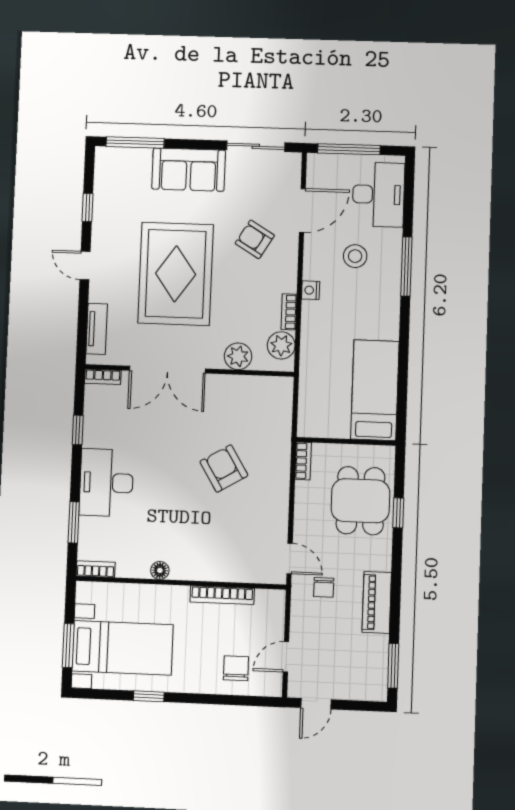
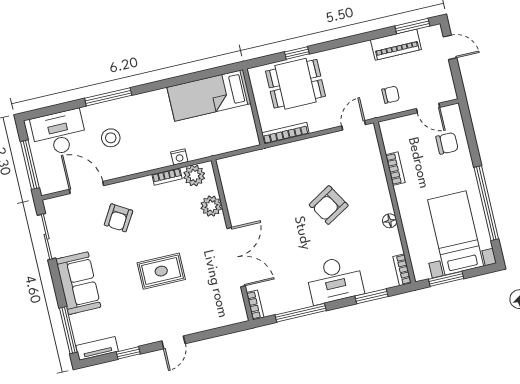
rug: (176, 274) -> (161, 271), width x0.54, depth x0.49
nightstand: (311, 290) -> (179, 157), moved
tv unit: (97, 329) -> (97, 348), moved
window: (78, 430) -> (301, 313), width x2.17
bookcase: (303, 461) -> (285, 133), width x1.56
armchair: (224, 468) -> (329, 205), moved
chair: (324, 587) -> (391, 95), moved
bookcase: (222, 595) -> (395, 169), width x0.64
piano: (377, 602) -> (396, 45), moved
window: (68, 646) -> (446, 279), moved
chair: (236, 668) -> (447, 143), turned 180
window: (149, 696) -> (486, 203), width x3.17
door: (316, 704) -> (450, 47), moved

